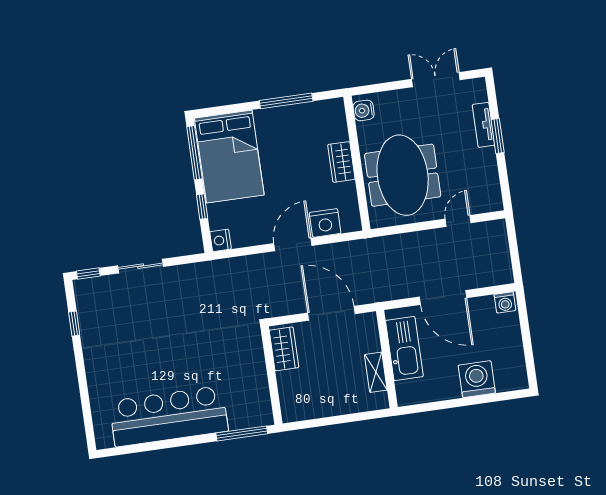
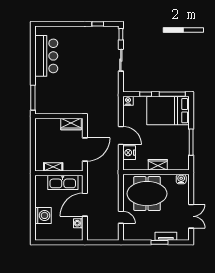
washing machine: (505, 302) -> (78, 223), moved
bar counter: (169, 416) -> (46, 56), width x0.73

